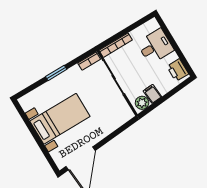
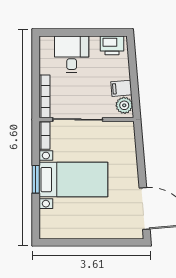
bed with nightstands: (60, 119) -> (73, 180), moved, turned 90

